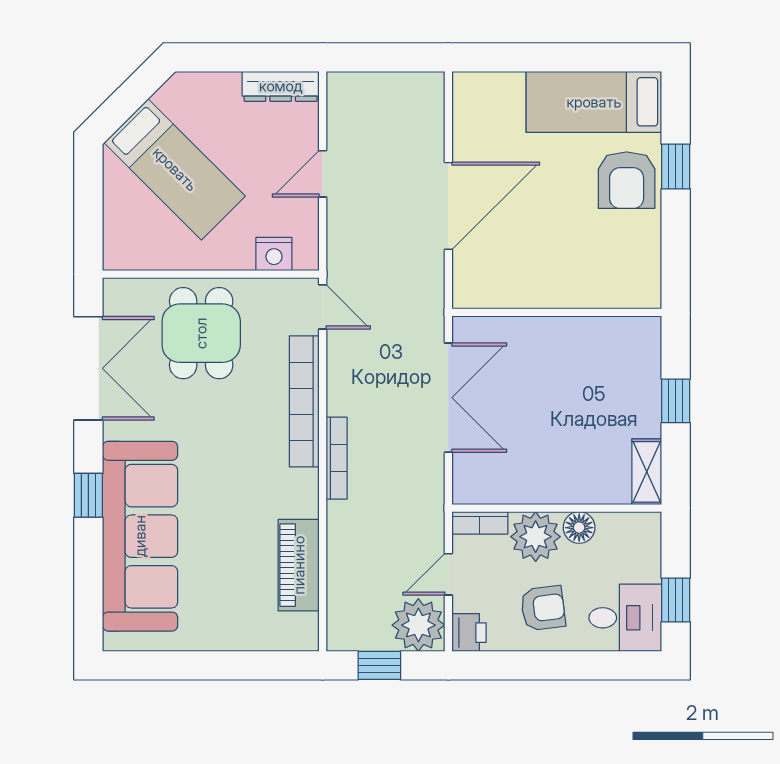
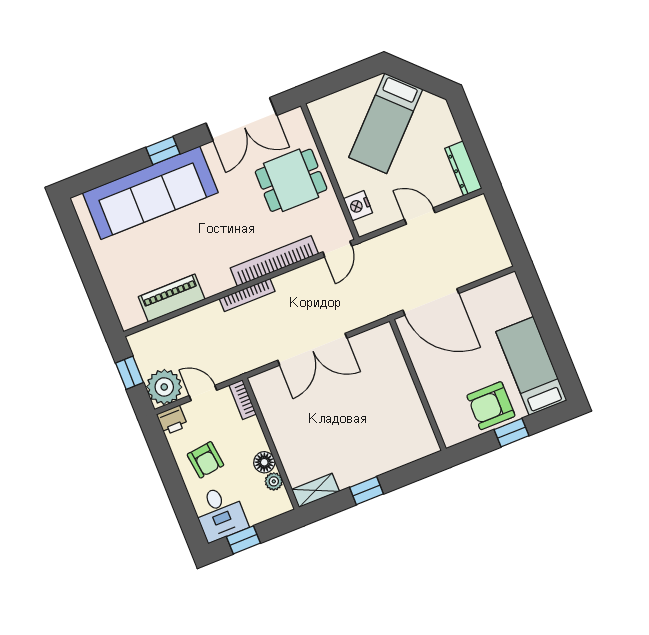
wall: (557, 312) -> (418, 385), moved
plant: (536, 537) -> (274, 481), moved, width x0.53, depth x0.53

